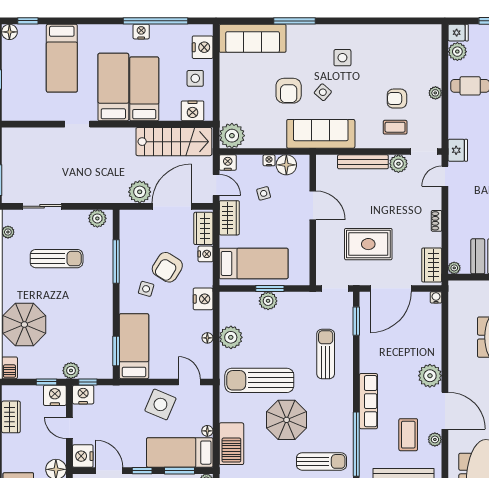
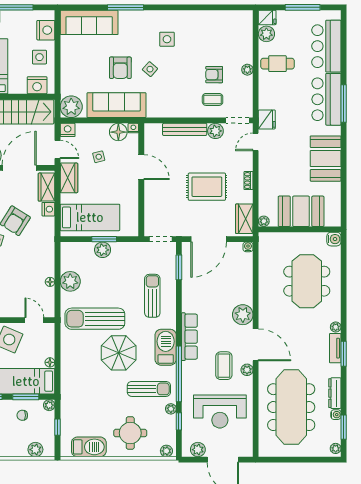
sofa: (321, 134) -> (116, 105), moved
nightstand: (269, 160) -> (133, 128), moved
rug: (368, 244) -> (207, 187), moved
nightstand: (203, 299) -> (46, 248), removed
barbecue: (231, 444) -> (166, 347), moved, turned 180

